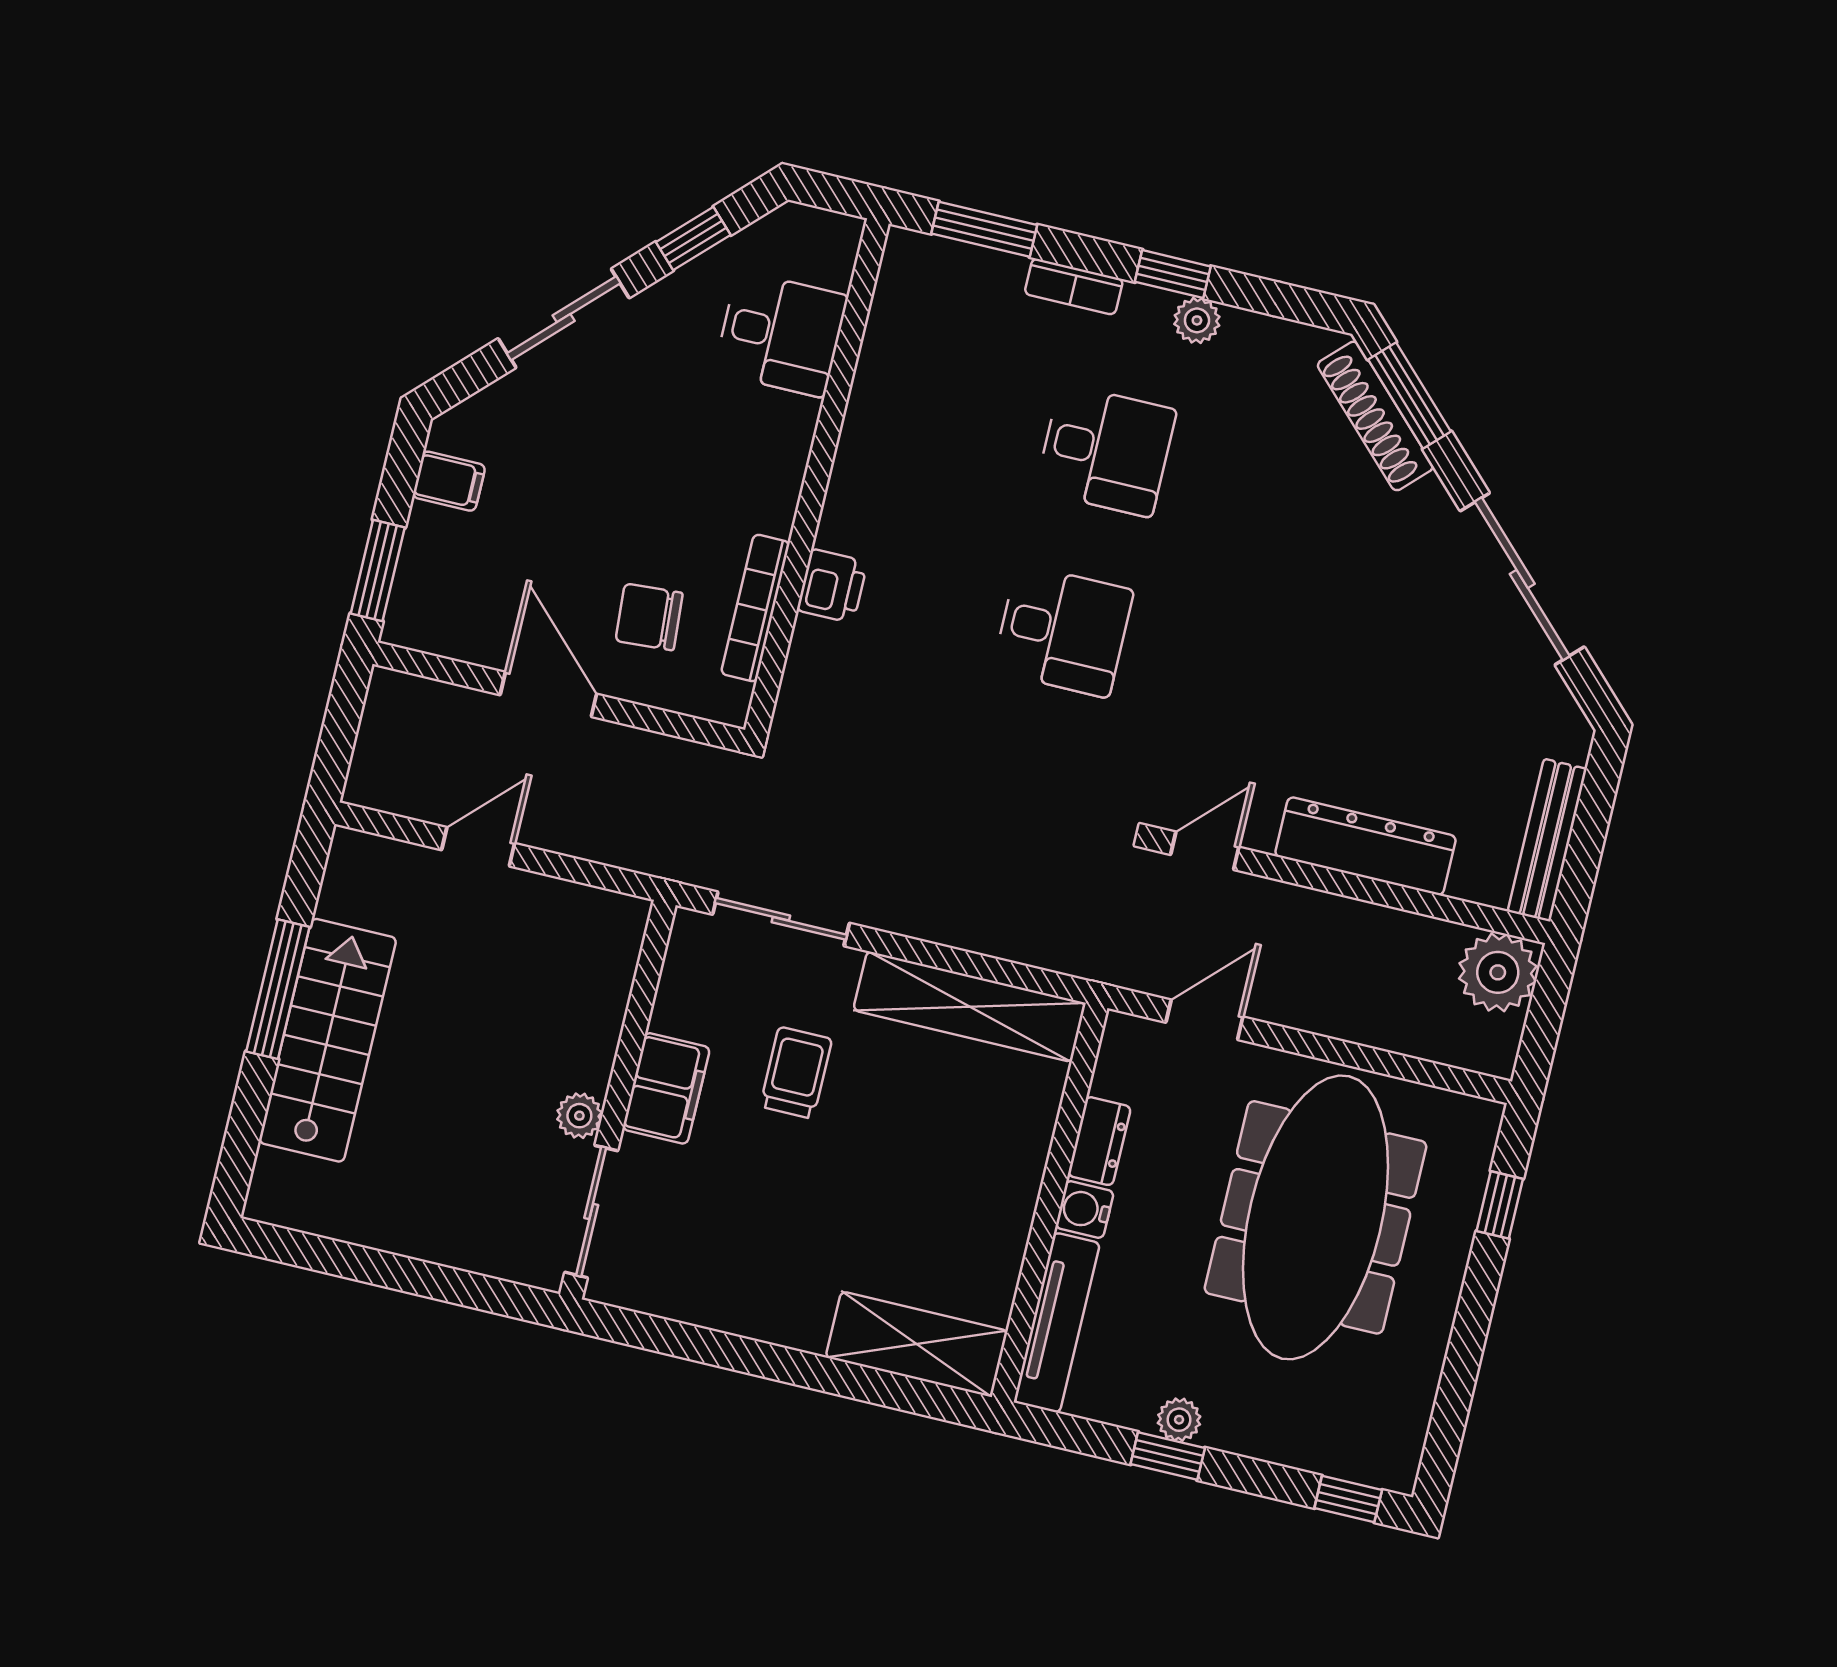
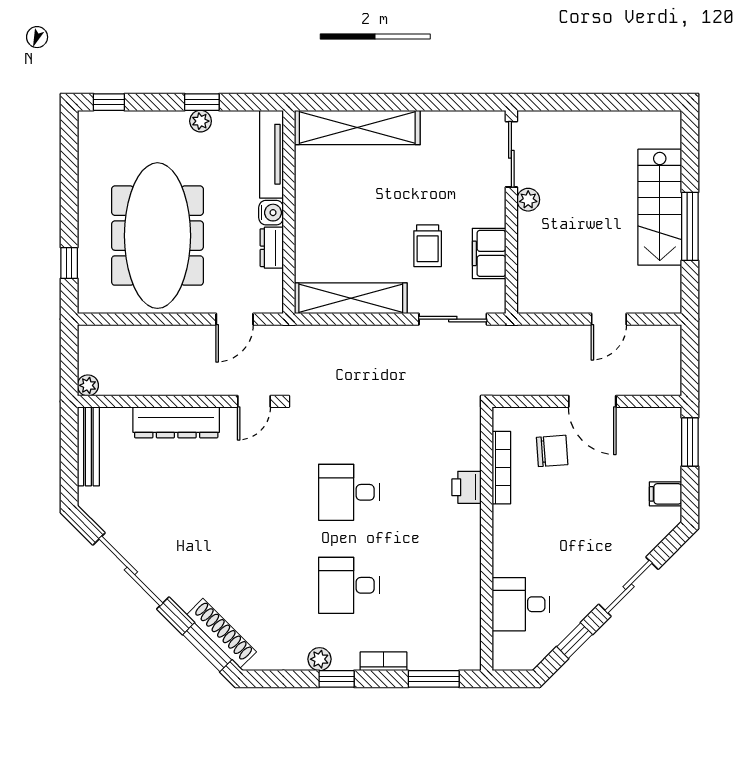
plant: (1498, 972) -> (88, 385), width x0.53, depth x0.53
filing cabinet: (666, 1088) -> (489, 253), moved
shelving: (917, 1344) -> (357, 127), width x1.47

